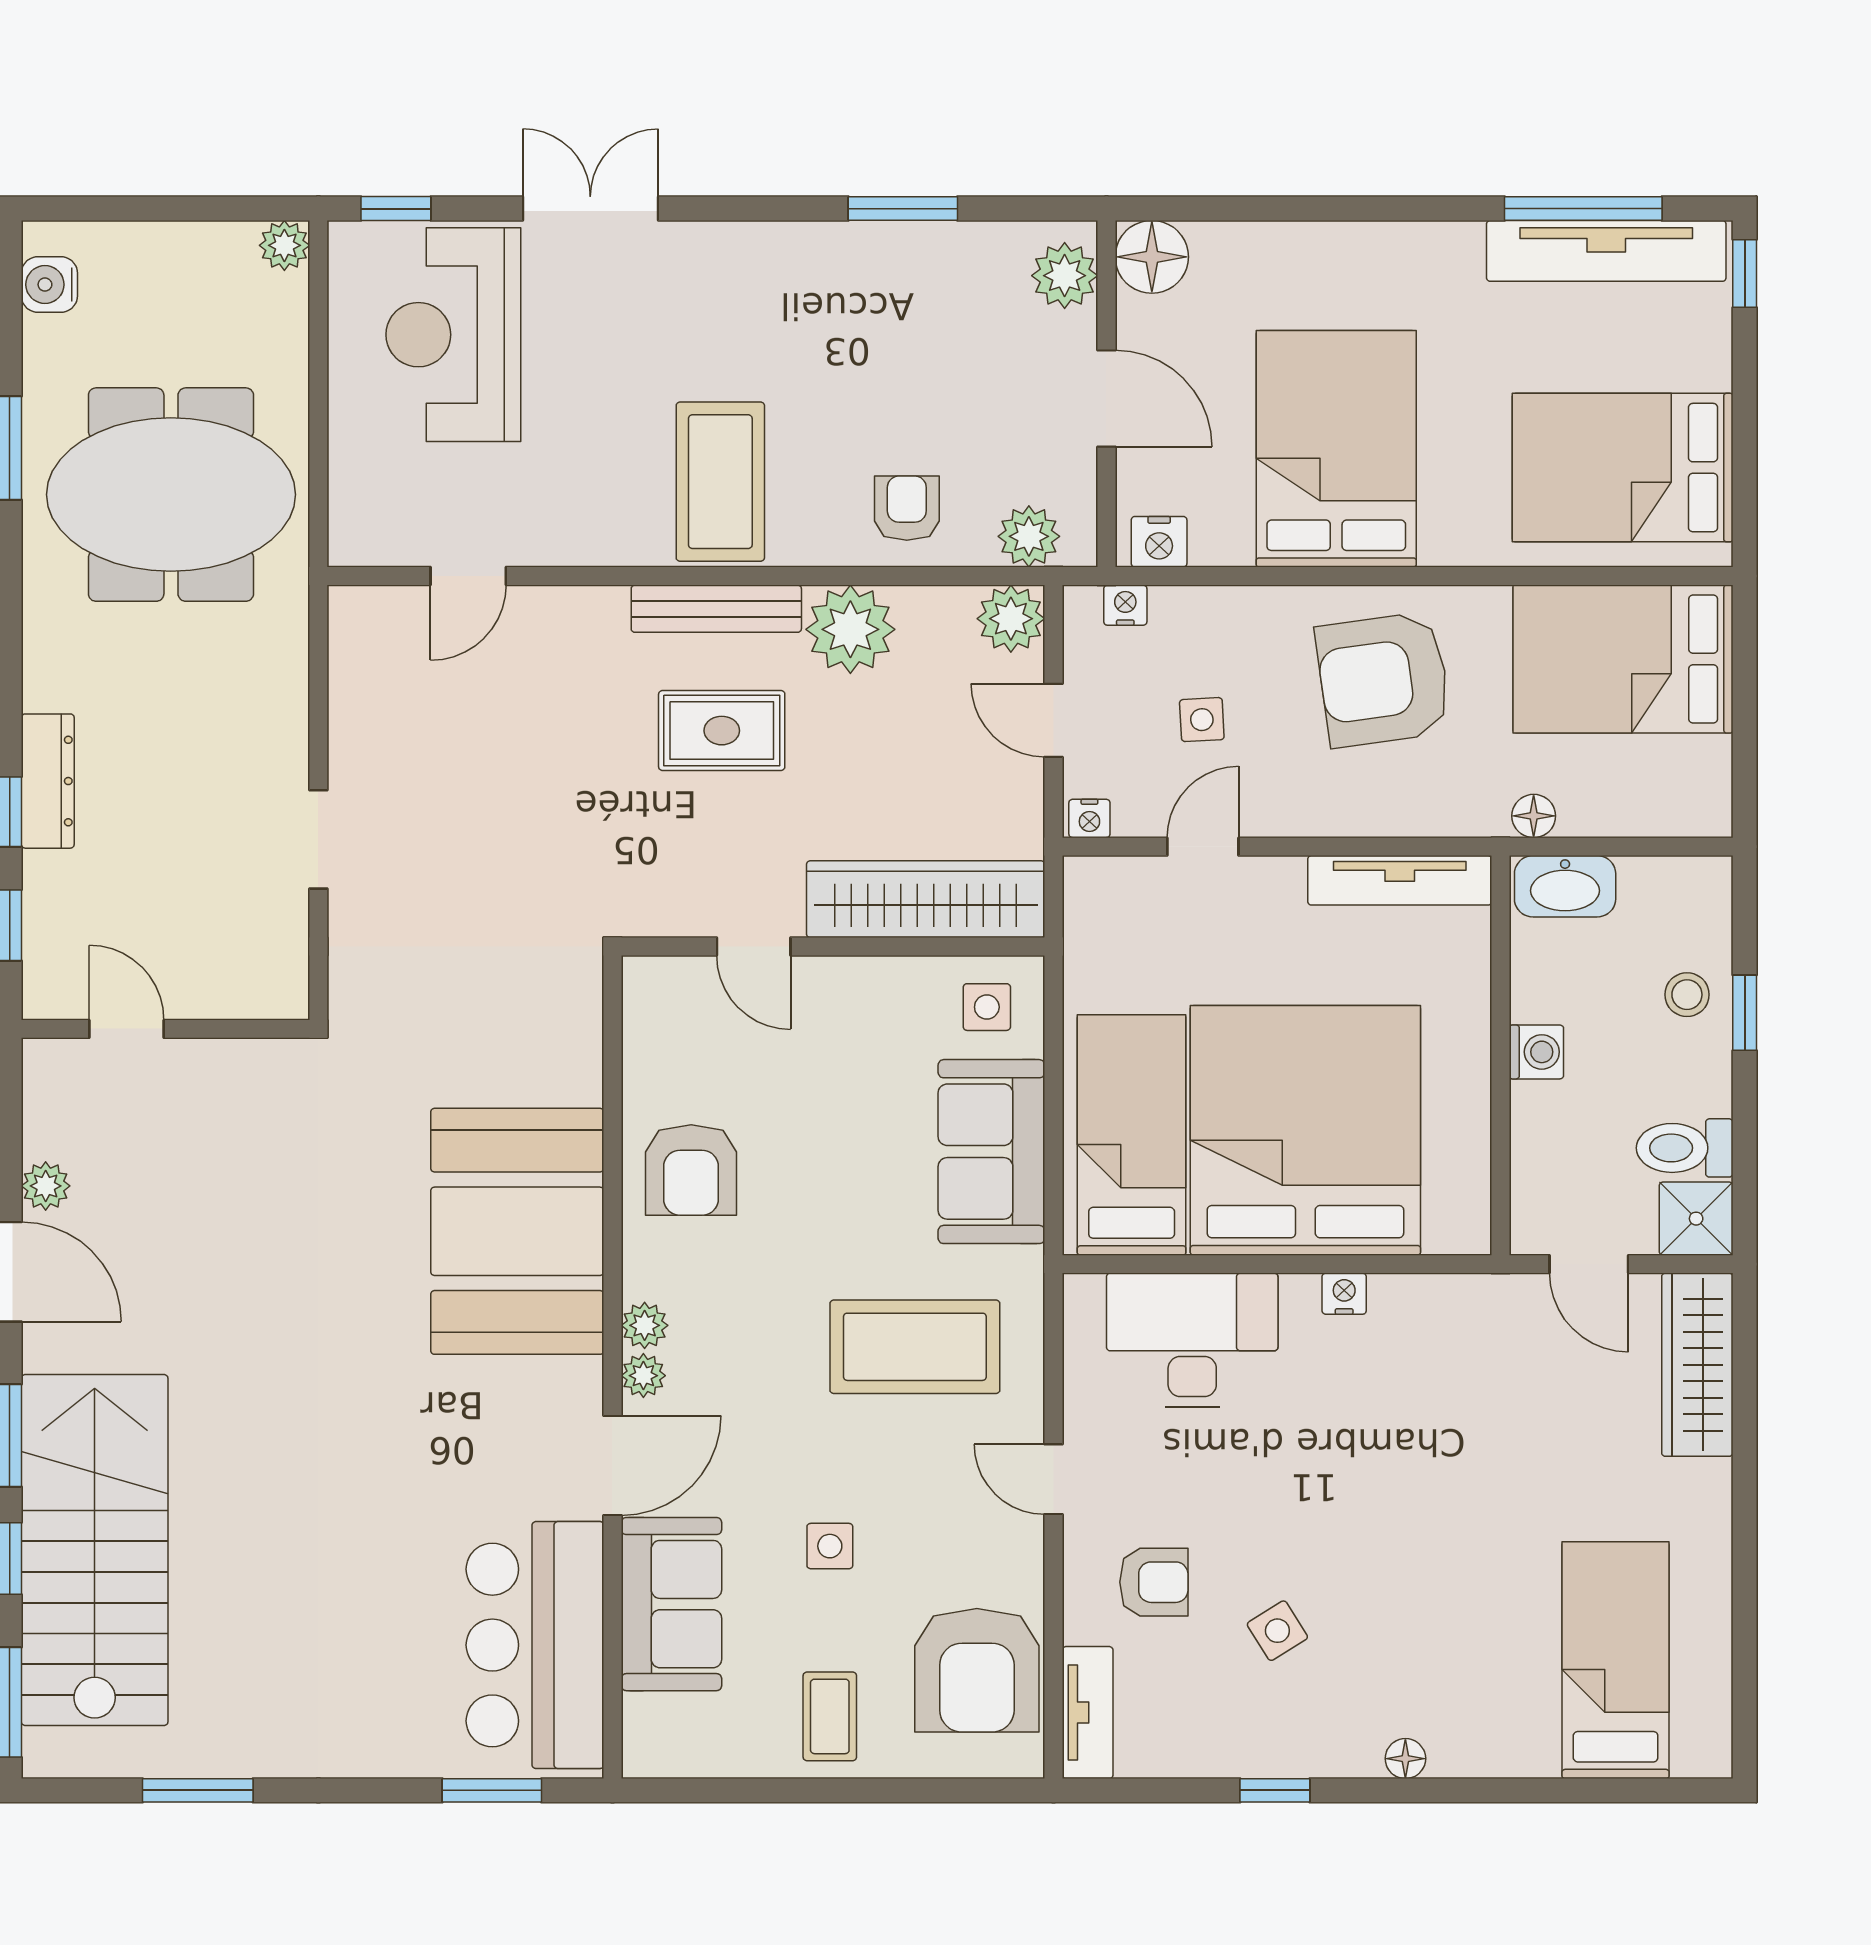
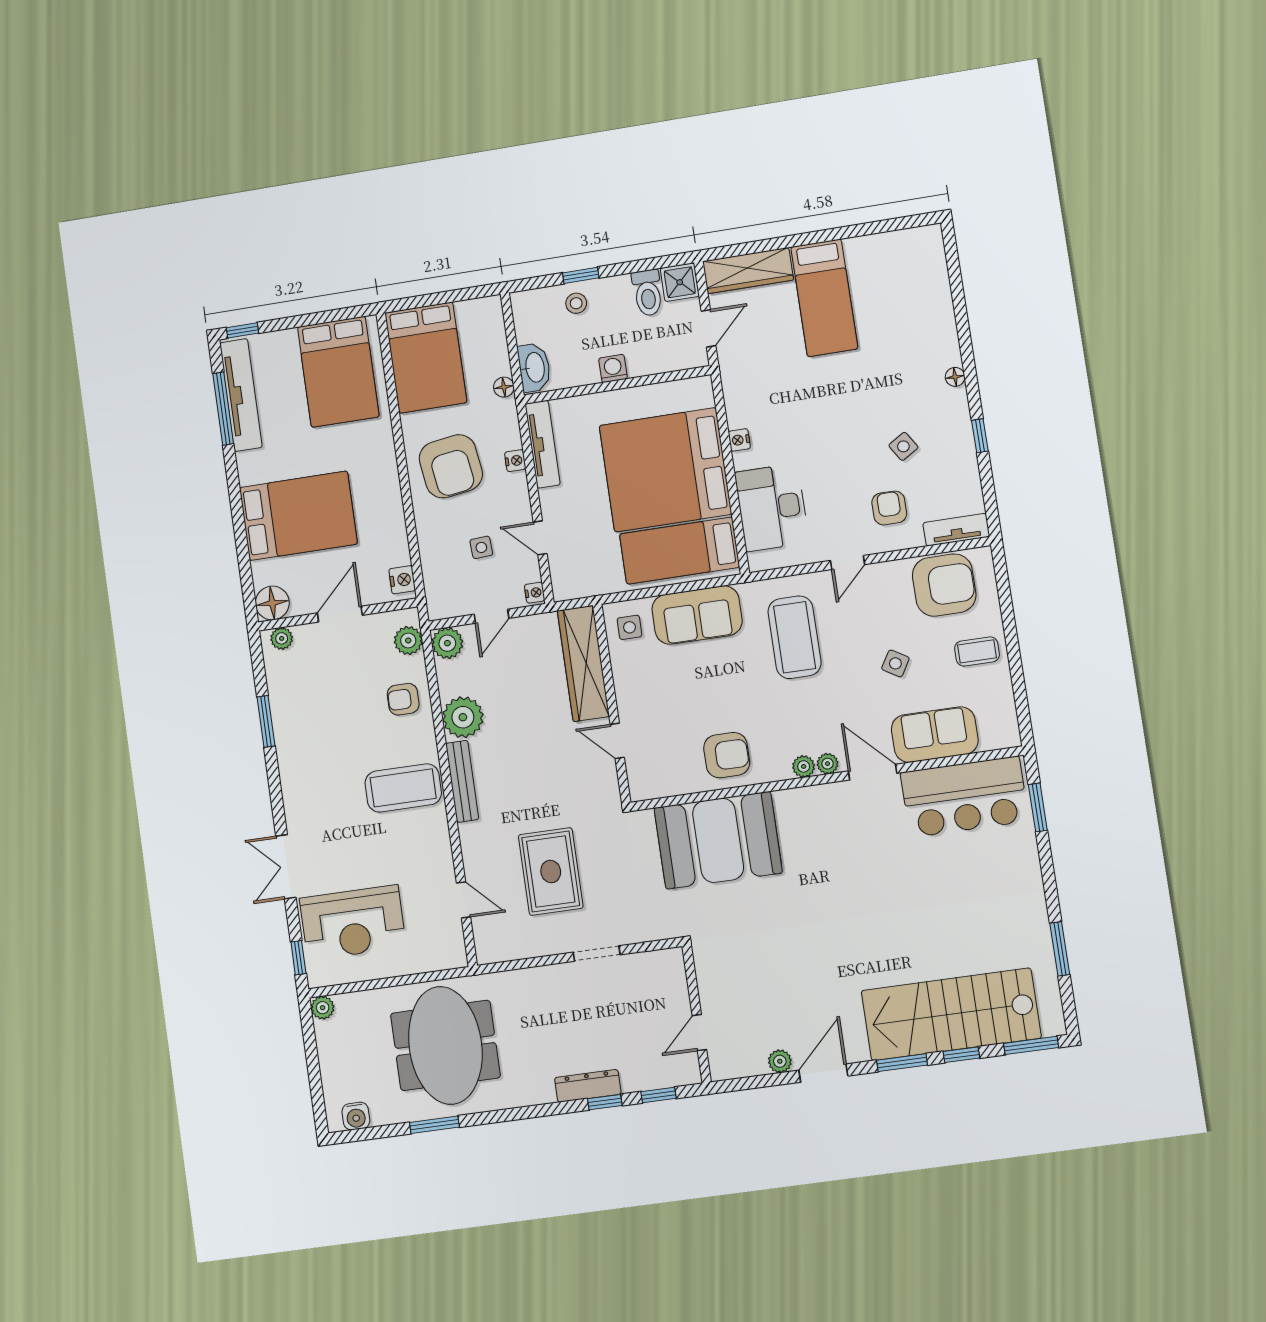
plant: (1065, 276) -> (282, 638), width x0.73, depth x0.73
bed: (1336, 449) -> (298, 516), moved, turned 180
nightstand: (1125, 605) -> (515, 461), moved, turned 180
rug: (722, 731) -> (551, 872), moved, width x1.36, depth x1.43
door: (754, 947) -> (617, 741), swing flipped
booth: (517, 1231) -> (718, 840), moved
side table: (830, 1546) -> (895, 663), turned 31
bed: (1616, 1660) -> (824, 298), moved, turned -90

